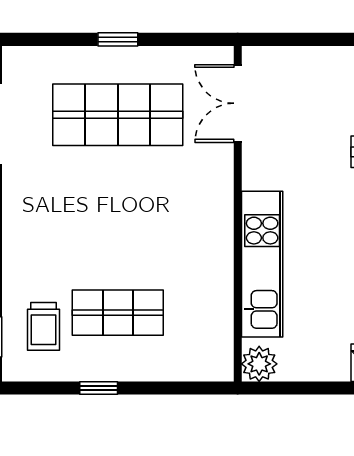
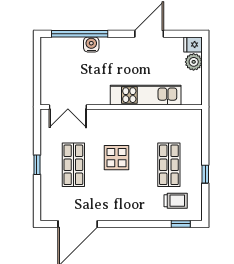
shop shelf: (118, 115) -> (73, 165), width x0.70, depth x0.74
display table: (133, 204) -> (116, 158), added
plant: (259, 364) -> (194, 62), moved

